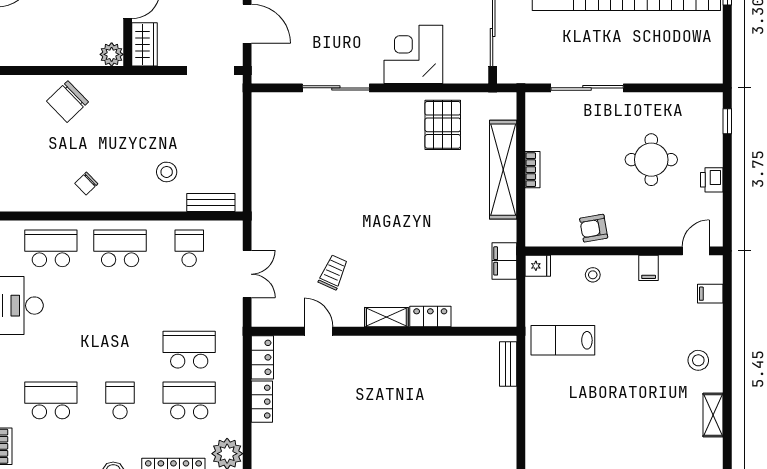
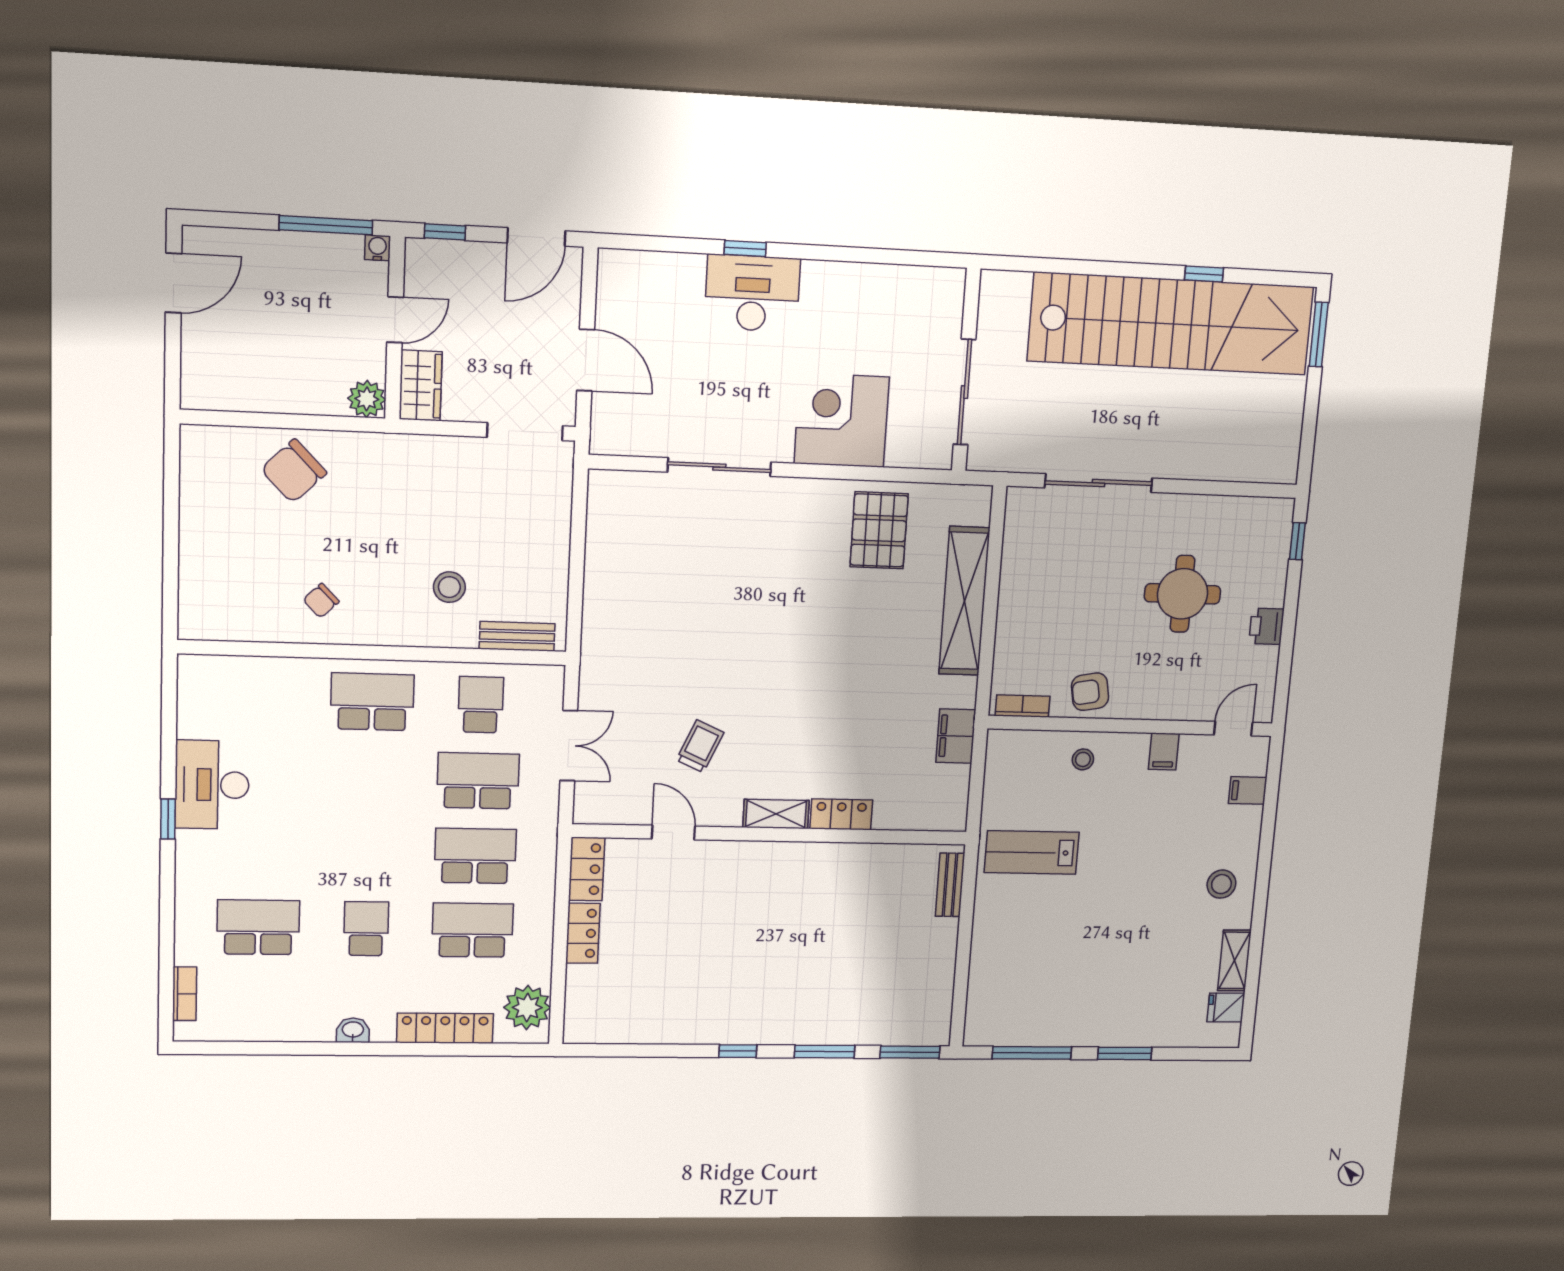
bookcase: (533, 170) -> (1023, 706), moved, turned -90
school desk: (51, 248) -> (478, 781), moved
fridge: (538, 266) -> (1226, 1008), moved, turned 180

